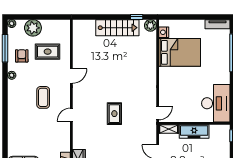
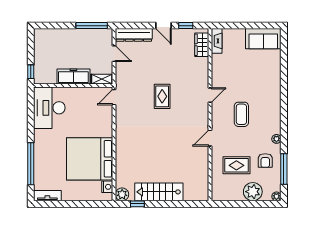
bed: (180, 52) -> (90, 159), width x1.36

